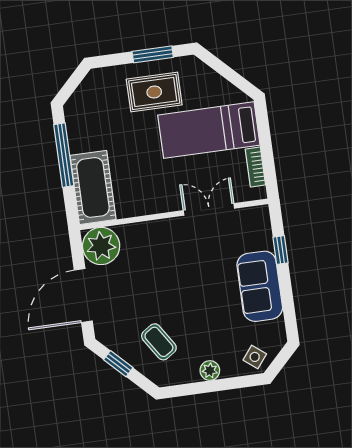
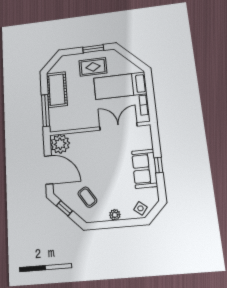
window: (64, 155) -> (45, 110), moved
cot: (93, 187) -> (57, 90), moved
double door: (209, 209) -> (118, 126), width x1.37
window: (281, 250) -> (159, 165), moved
door: (83, 296) -> (49, 170), swing flipped

